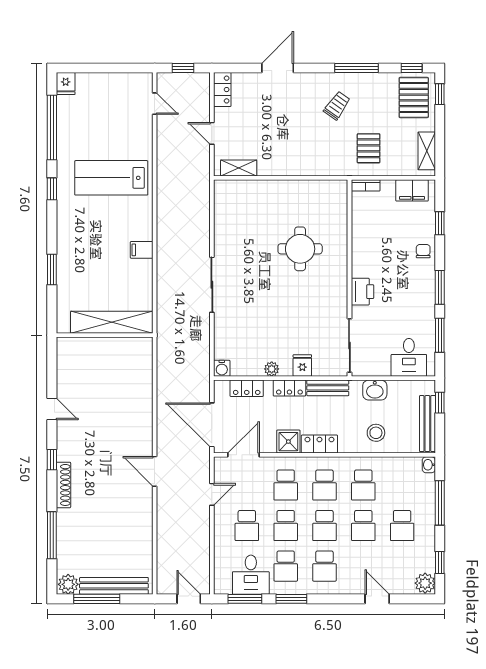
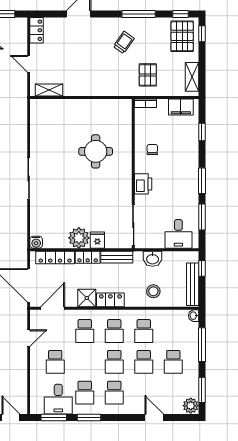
chair: (423, 251) -> (152, 149), moved
plant: (272, 369) -> (79, 238), width x1.88, depth x1.88
locker: (247, 388) -> (55, 257), width x1.53
school desk: (286, 526) -> (85, 362), removed
window: (440, 562) -> (202, 390), width x1.50

